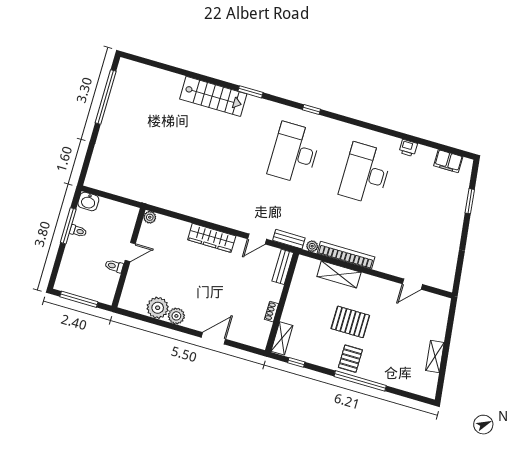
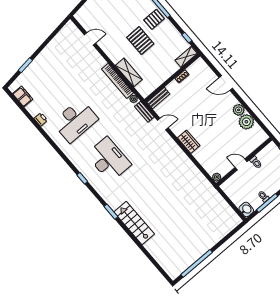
desk: (294, 153) -> (109, 160), turned -90
wardrobe: (212, 238) -> (189, 142), width x0.67

